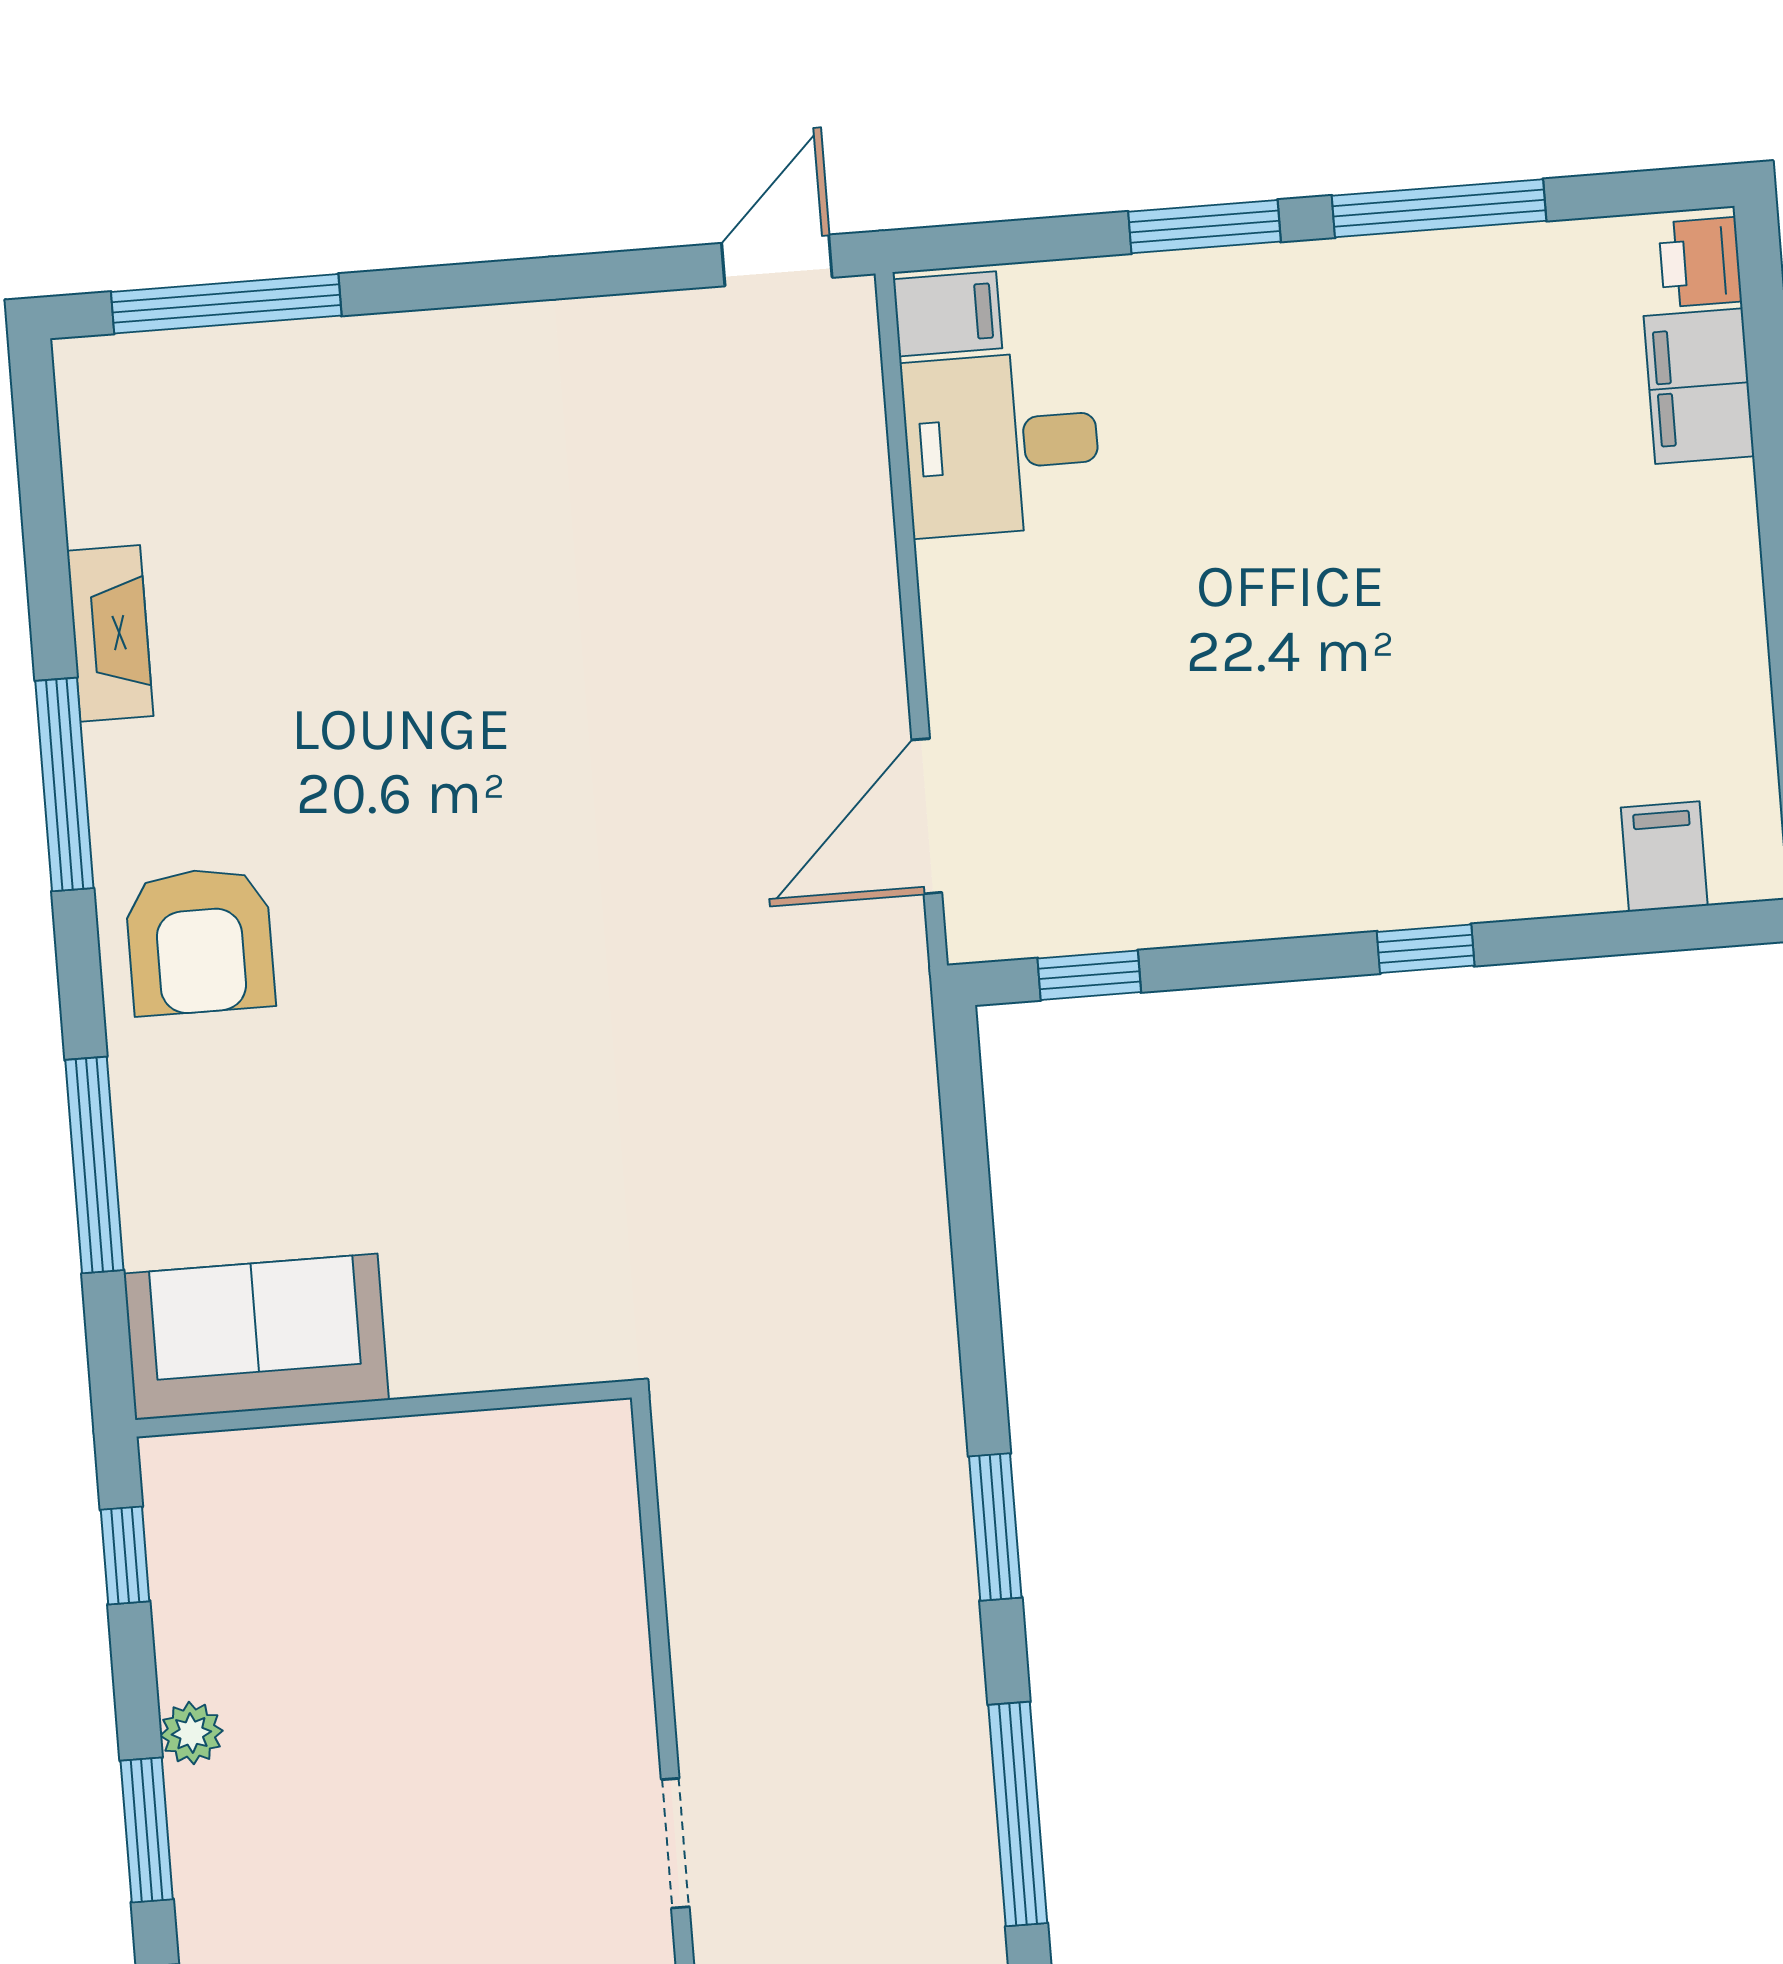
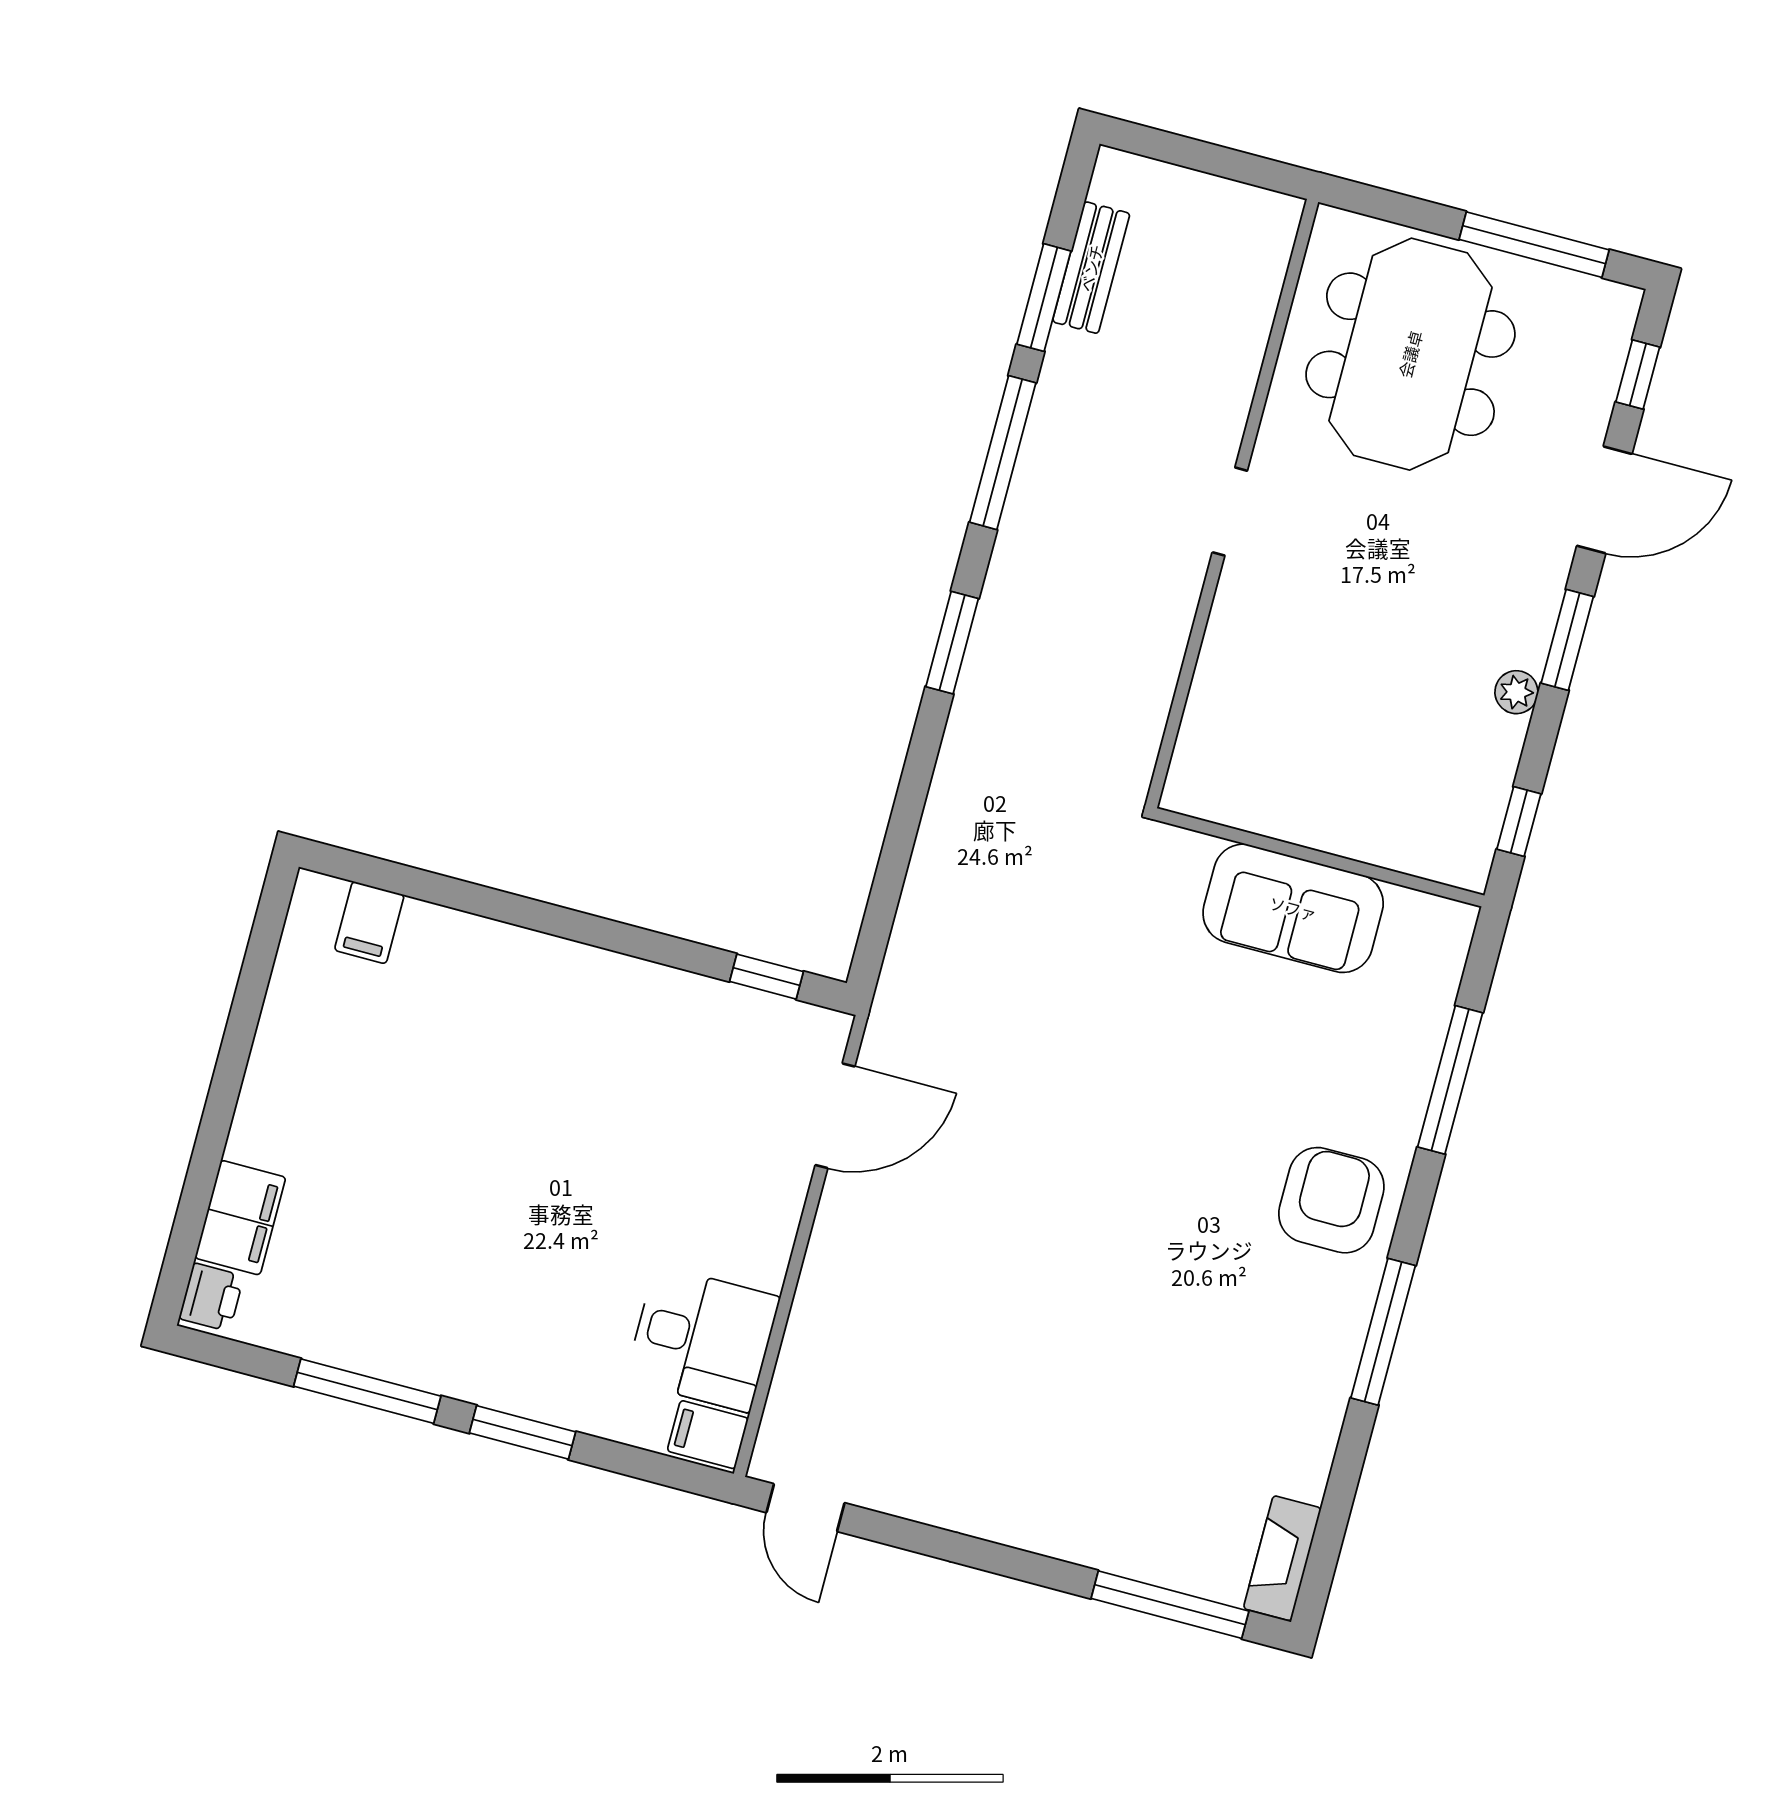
door: (777, 260) -> (805, 1508), hinge flipped
fireplace: (110, 633) -> (1282, 1558), moved
window: (1426, 949) -> (544, 917), removed
sofa: (256, 1337) -> (1293, 908), moved

